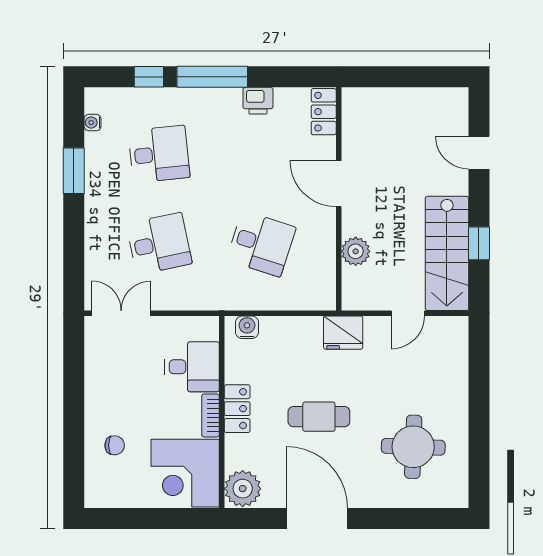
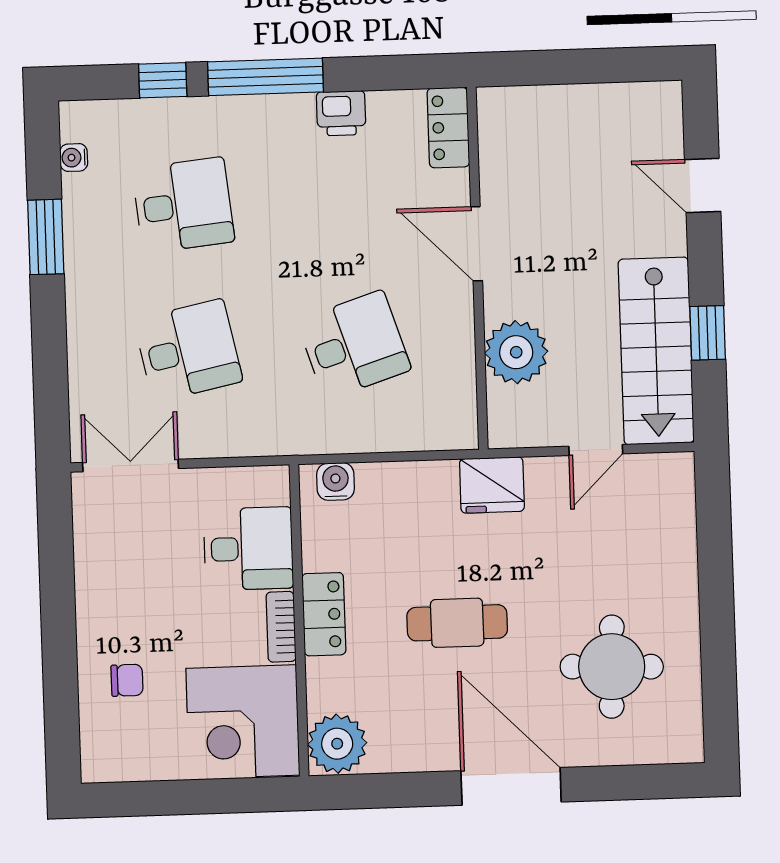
desk: (261, 244) -> (354, 345), turned -36
plant: (356, 251) -> (516, 352), width x1.36, depth x1.36
door: (317, 518) -> (511, 786), moved

